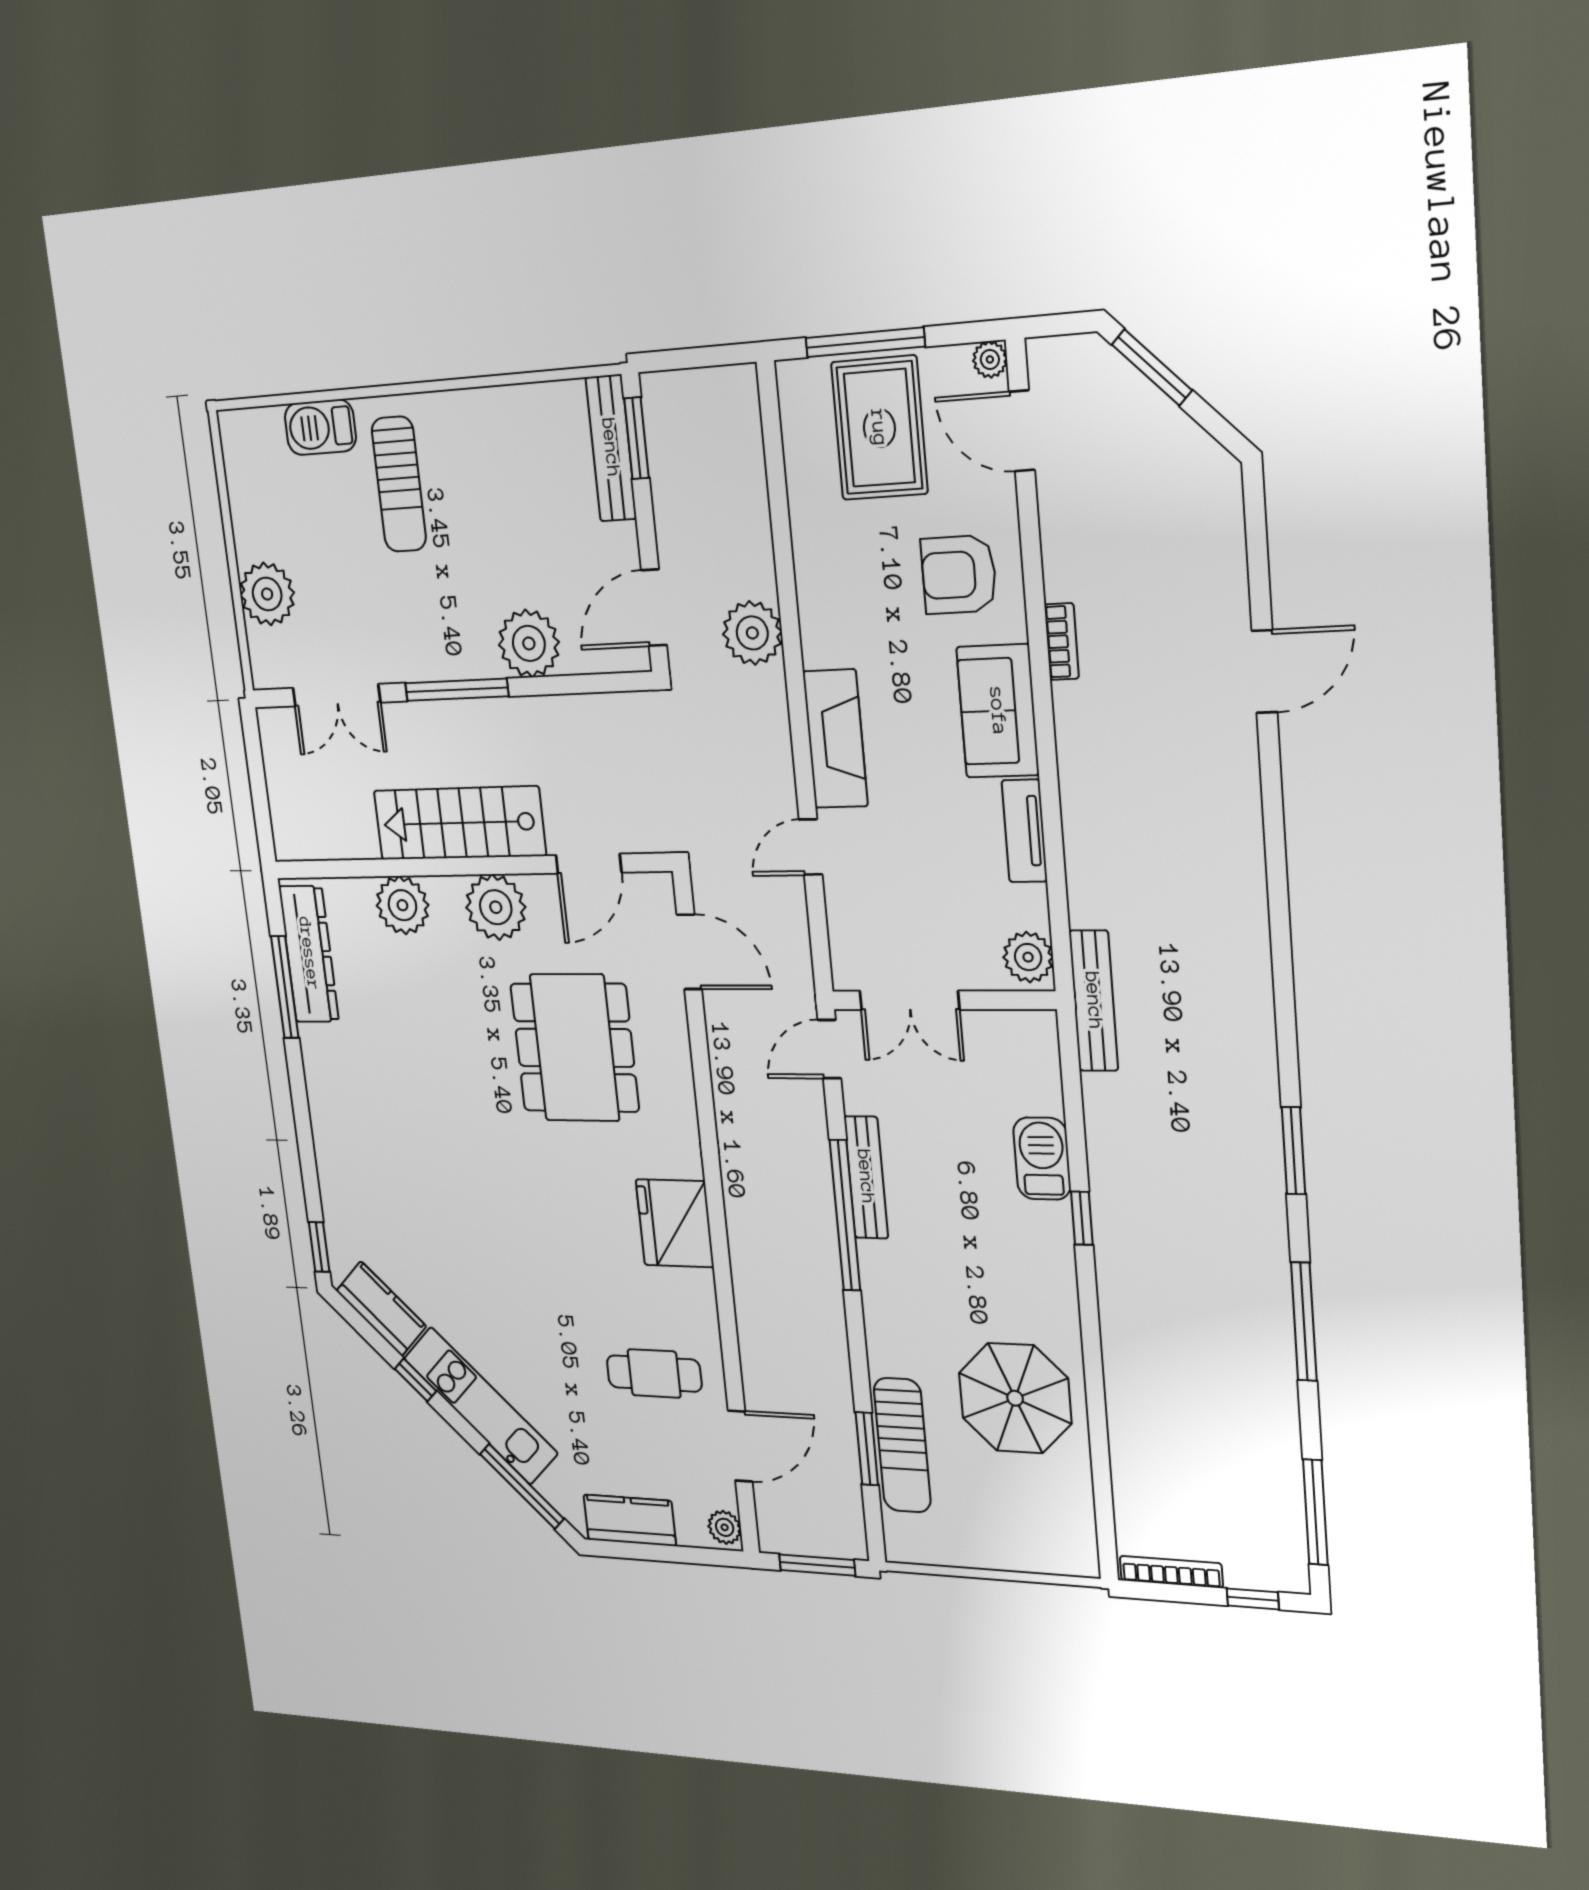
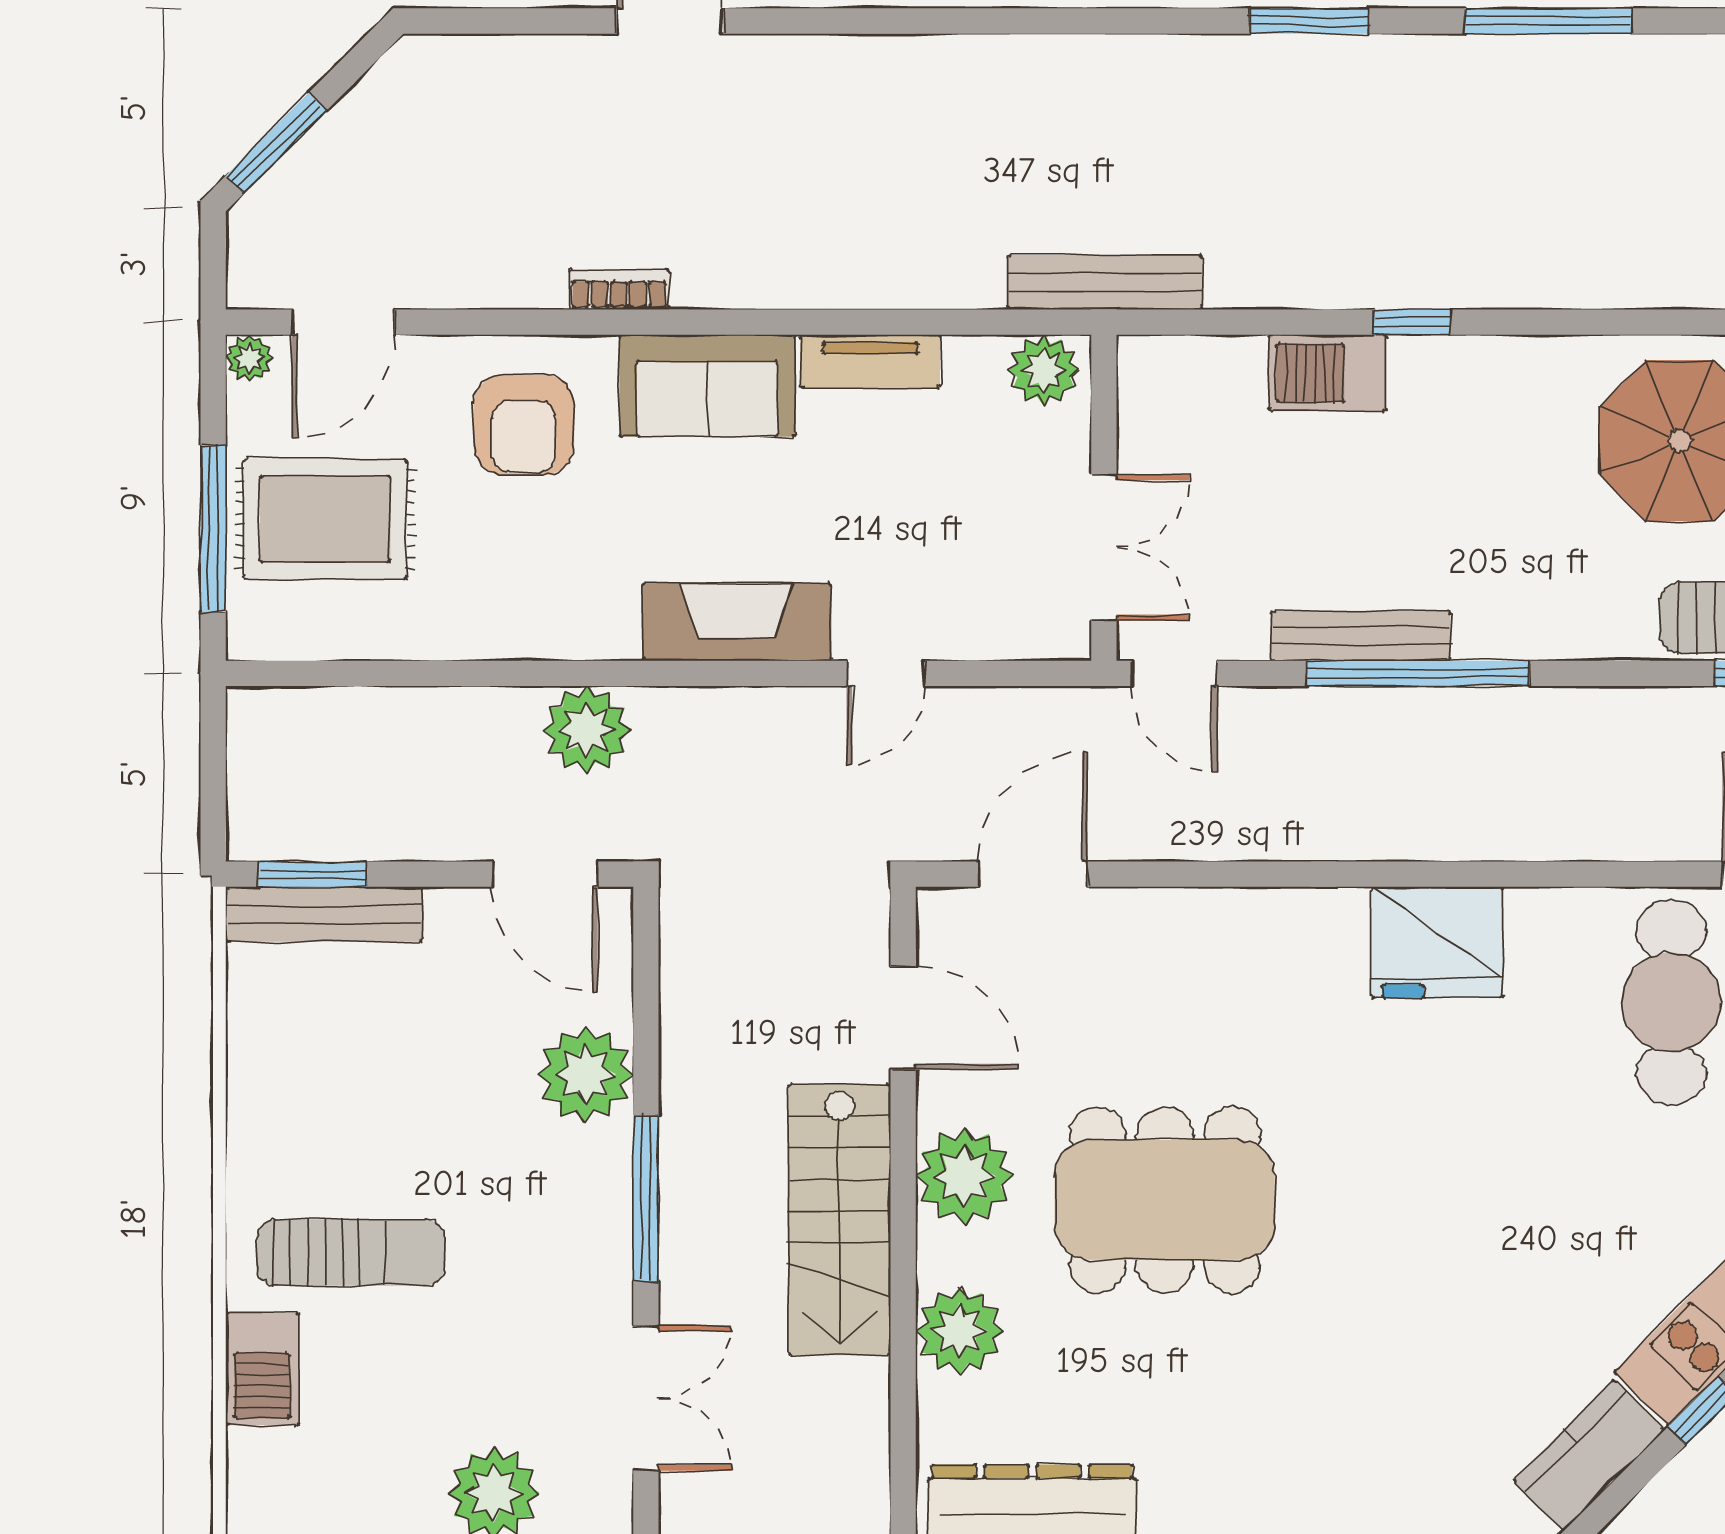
door: (811, 847) -> (886, 673), hinge flipped
dining table: (575, 1048) -> (1165, 1200), moved
cafe table: (654, 1373) -> (1671, 1002), width x1.37, depth x1.35

